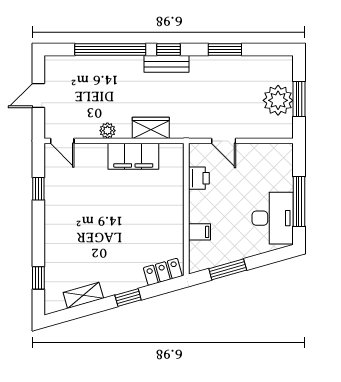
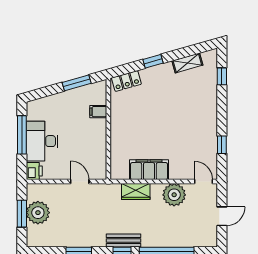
plant: (107, 131) -> (174, 195), width x1.88, depth x1.88
printer: (199, 178) -> (34, 171), moved, turned 180
desk: (273, 218) -> (42, 141), moved

